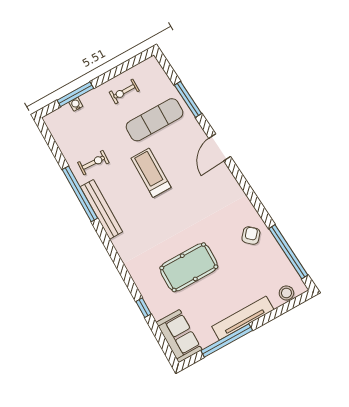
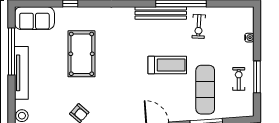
window: (75, 94) -> (257, 77), moved

